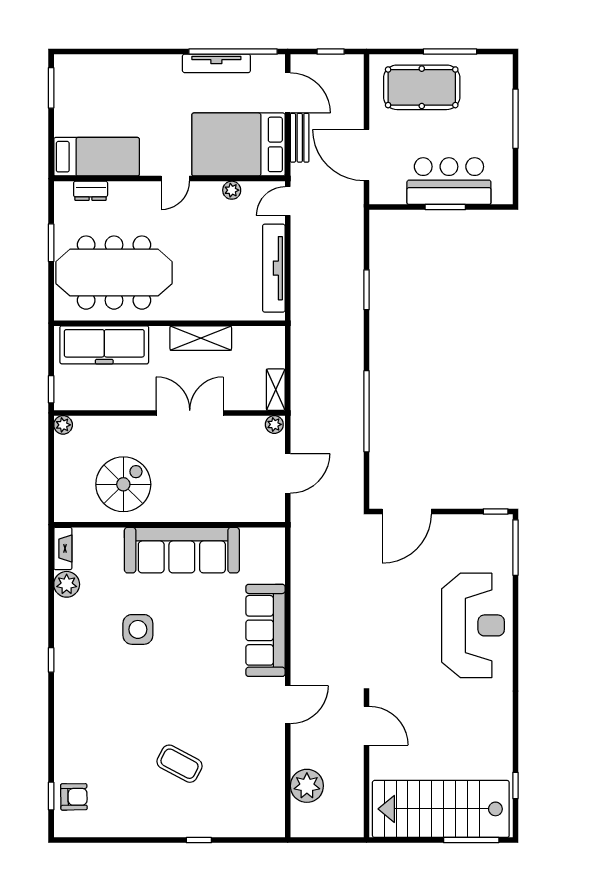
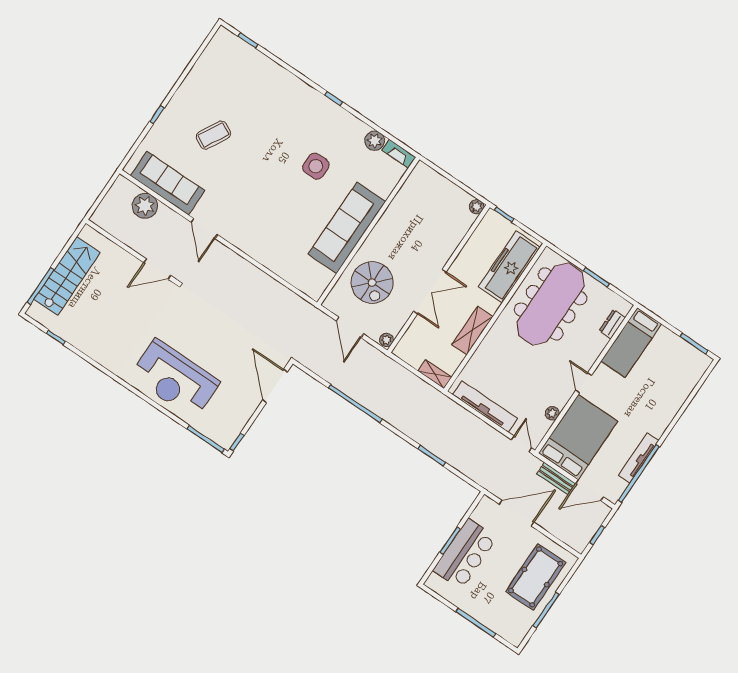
shelving: (276, 390) -> (435, 374), moved
spiral stairs: (123, 484) -> (372, 282), moved
sofa: (265, 630) -> (168, 183), moved
armchair: (74, 797) -> (238, 54), removed
stairs: (441, 809) -> (67, 276), width x0.73, depth x0.66

